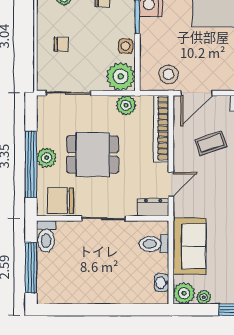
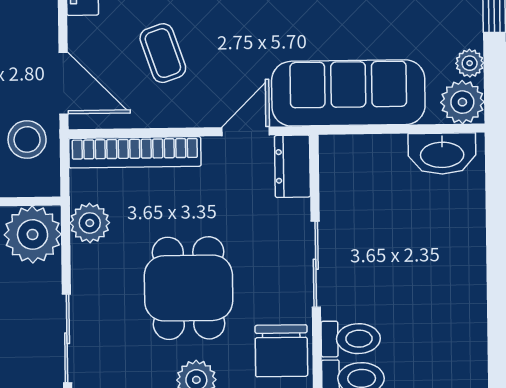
door: (171, 184) -> (246, 131), hinge flipped
toilet: (154, 244) -> (351, 339), moved, turned -90
sofa: (190, 246) -> (348, 93), width x1.36
washbasin: (162, 283) -> (442, 154), width x1.91, depth x1.45

